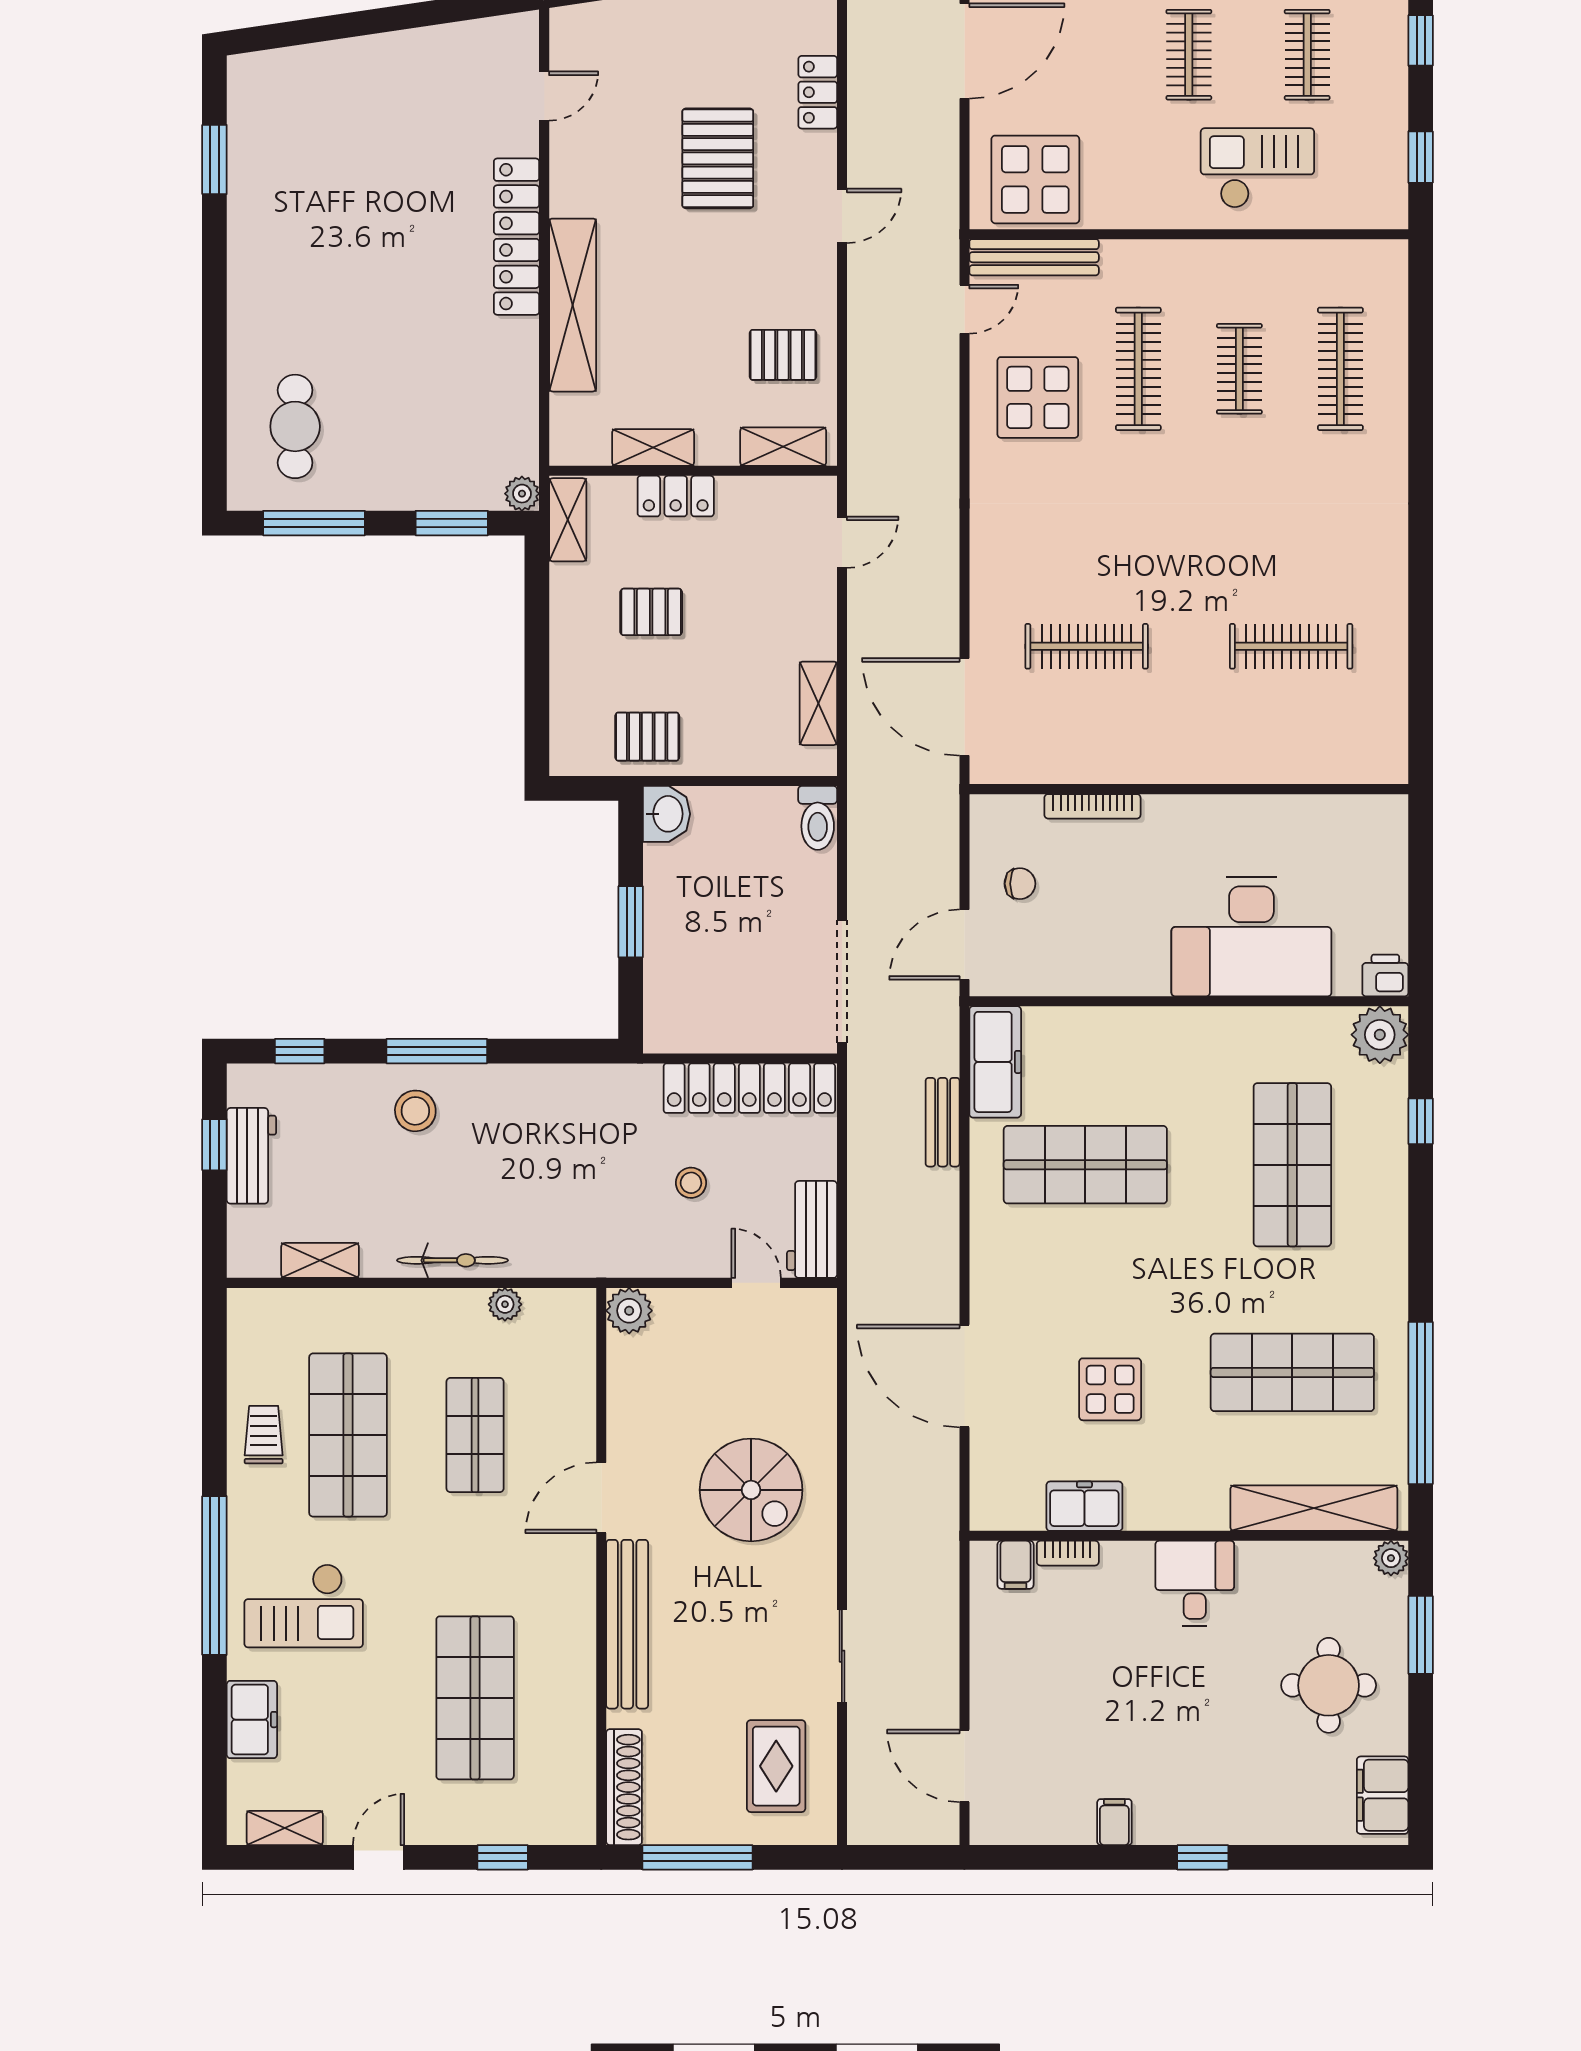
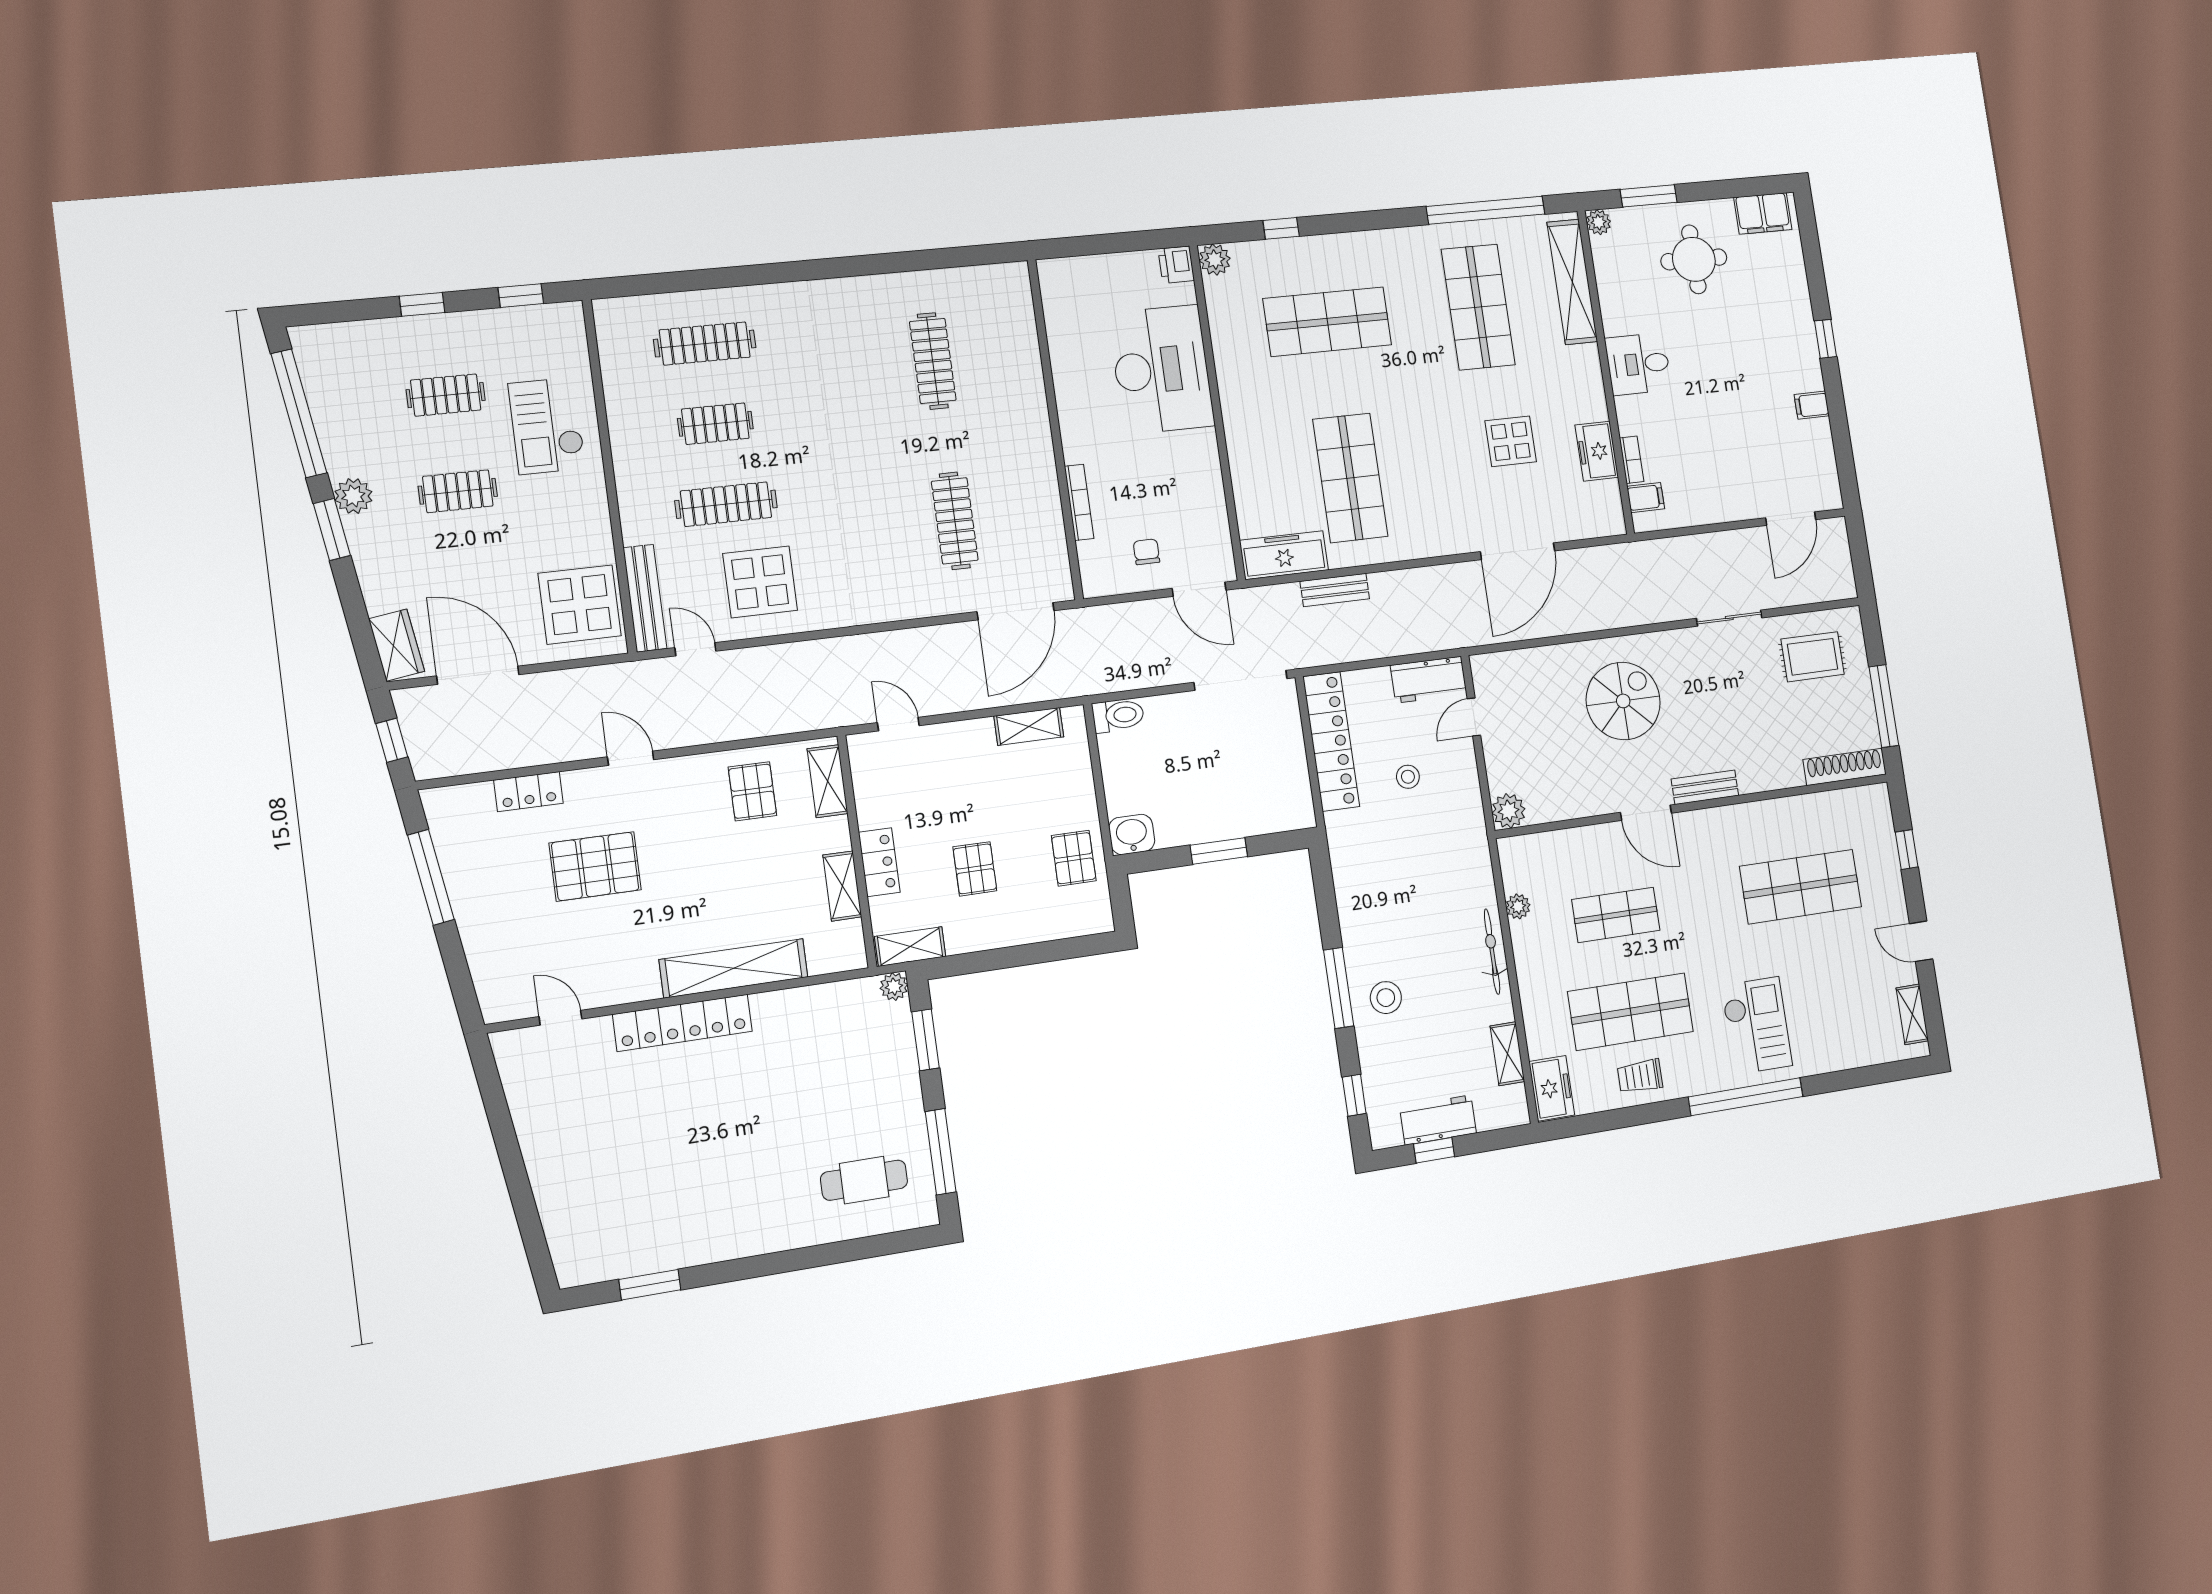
plant: (1380, 1035) -> (1215, 260), width x0.73, depth x0.73
bench: (627, 1624) -> (1705, 787), width x0.54, depth x0.82
freezer: (252, 1720) -> (1552, 1088), moved, turned 90

